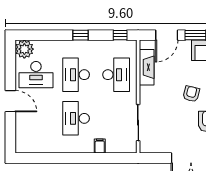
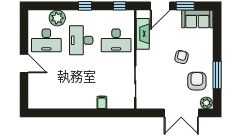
plant: (24, 49) -> (57, 18), moved
desk: (116, 75) -> (116, 40), turned 90
desk: (76, 118) -> (81, 78), removed

